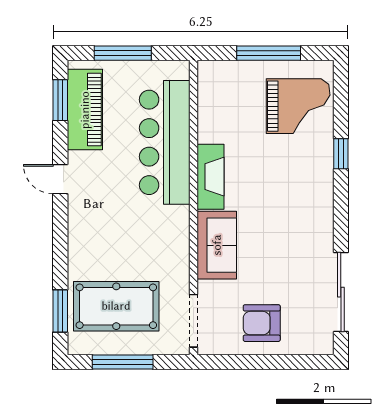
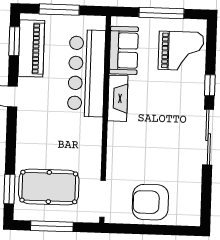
sofa: (217, 245) -> (124, 50), moved
sliding door: (341, 292) -> (208, 137), moved
armchair: (262, 323) -> (150, 202), width x1.36, depth x1.36

